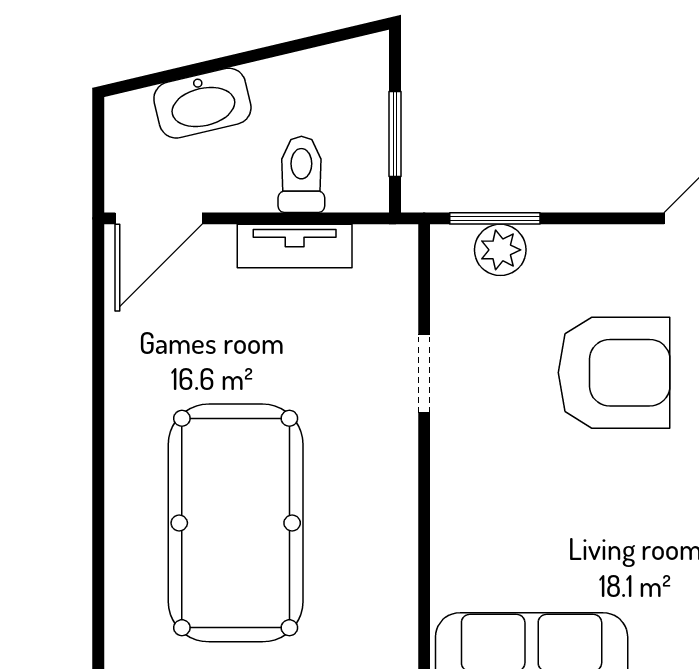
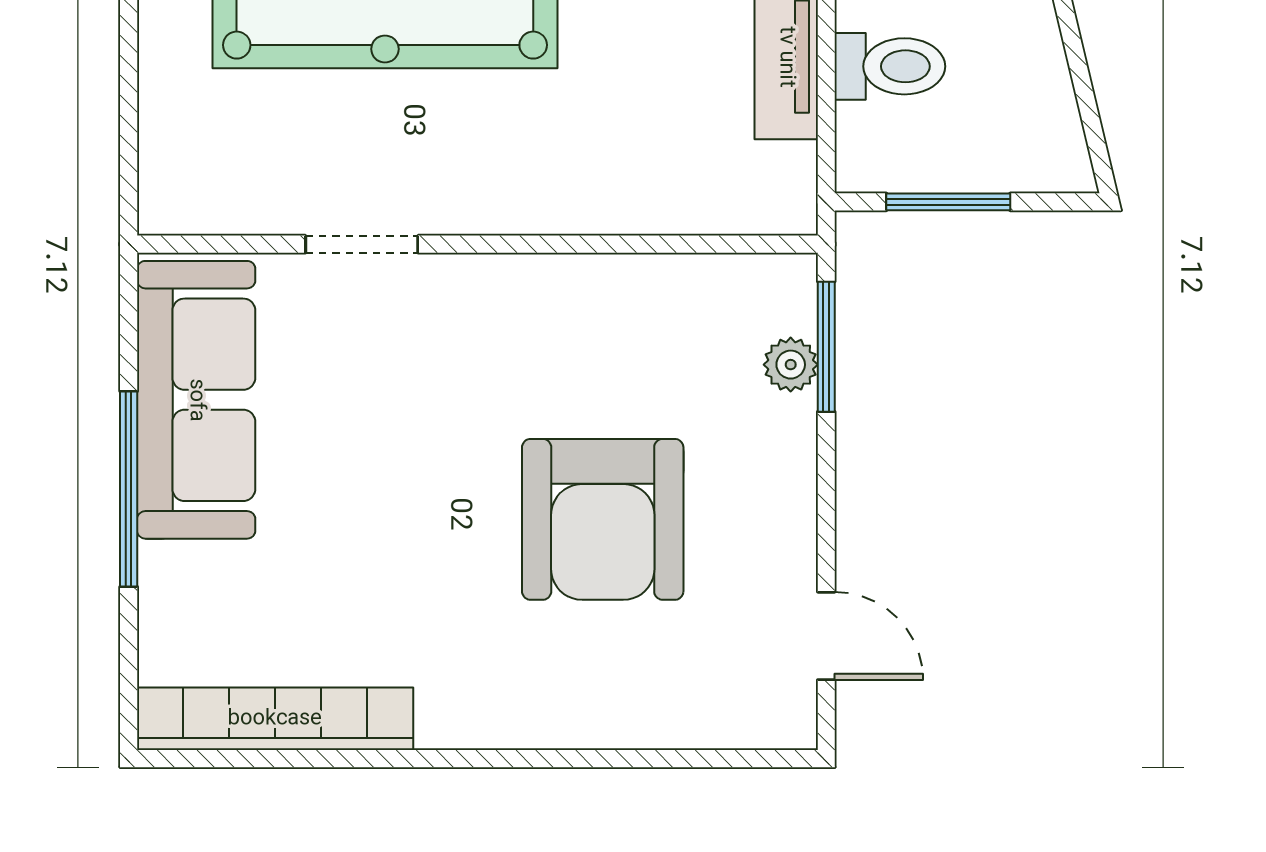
plant: (500, 250) -> (791, 365), width x0.73, depth x0.73
doorway: (424, 374) -> (362, 244), moved

